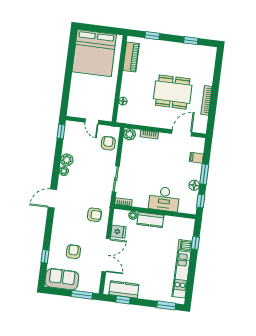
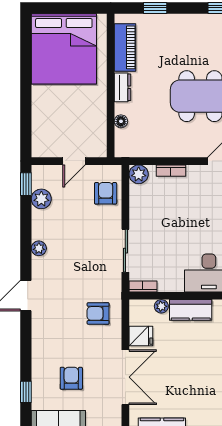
dresser: (127, 81) -> (123, 87), added
door: (92, 121) -> (74, 161), hinge flipped
plant: (67, 160) -> (41, 199), moved
armchair: (94, 215) -> (98, 313), turned 180

